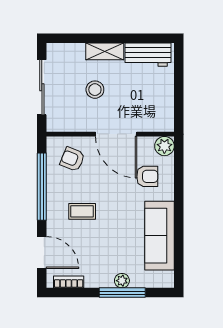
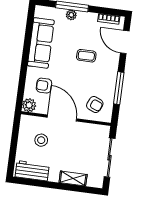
shelving: (105, 51) -> (73, 179), moved
stool: (95, 90) -> (41, 140), moved
window: (42, 187) -> (119, 88), width x0.68
coffee table: (82, 211) -> (86, 56), moved

